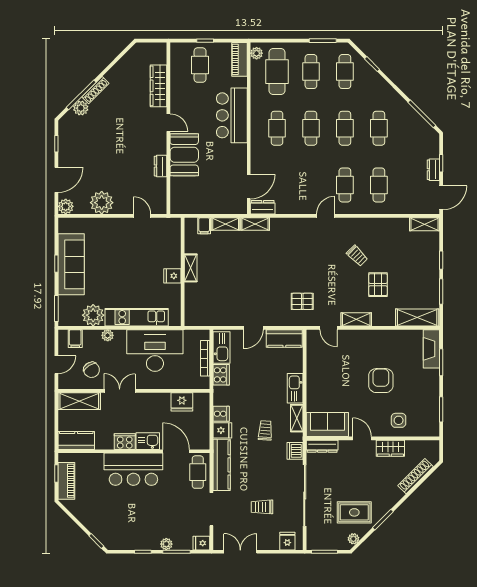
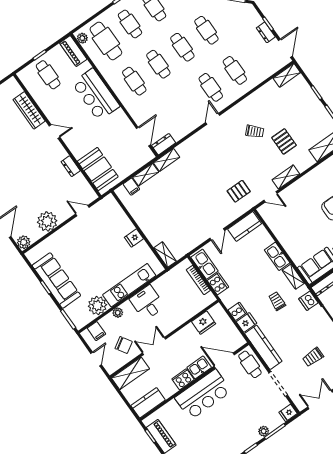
booth: (184, 155) -> (98, 169), moved
shelving: (191, 268) -> (165, 255), moved
desk: (155, 350) -> (147, 303), width x0.53, depth x0.77

